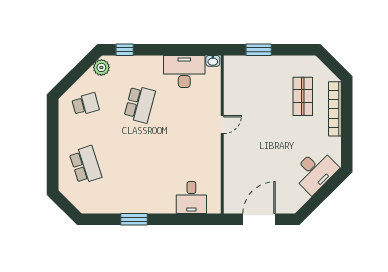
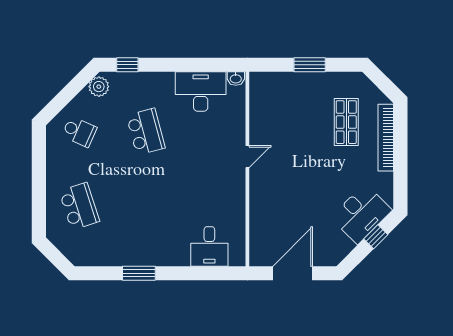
window: (259, 50) -> (310, 65), moved
school desk: (85, 104) -> (79, 132), turned 39
school desk: (140, 104) -> (146, 132), turned -30
window: (327, 190) -> (376, 237), added

